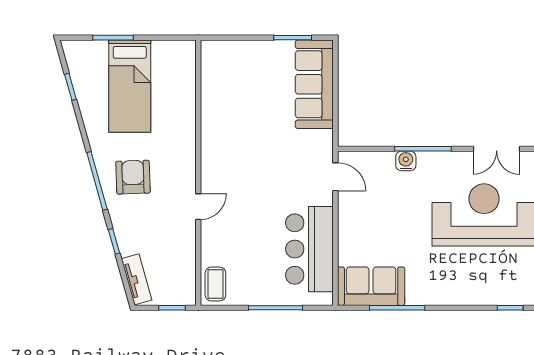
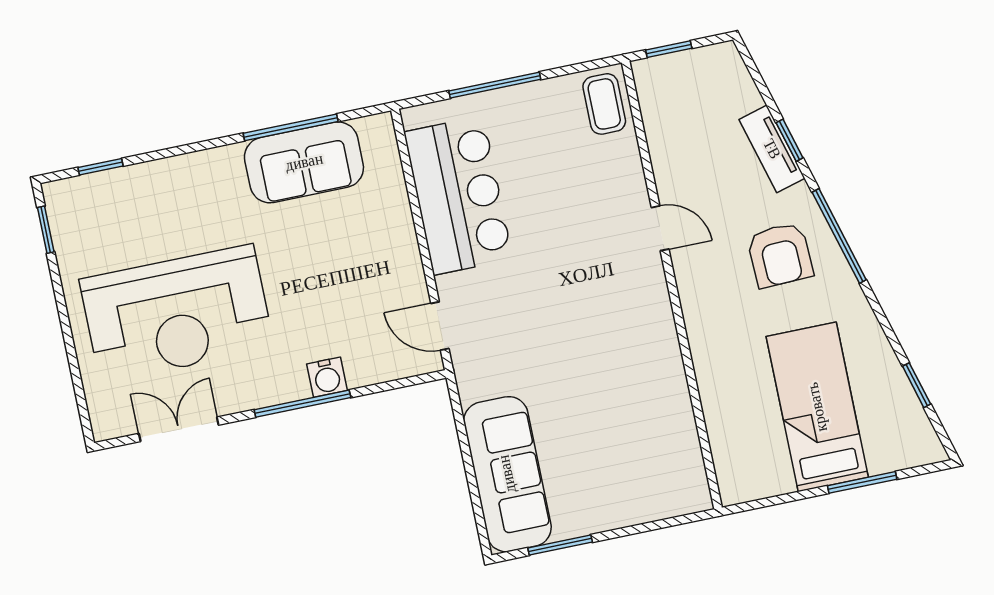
door: (198, 207) -> (660, 228), swing flipped
tv unit: (137, 279) -> (772, 149), moved
sofa: (371, 286) -> (304, 162), moved

